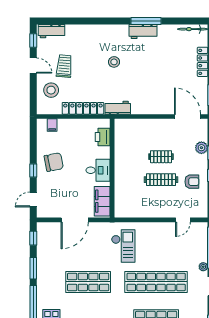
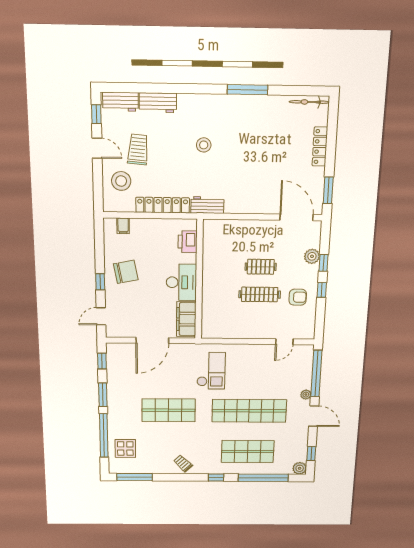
workbench: (143, 31) -> (158, 103), moved
desk: (98, 170) -> (181, 282), width x1.37

